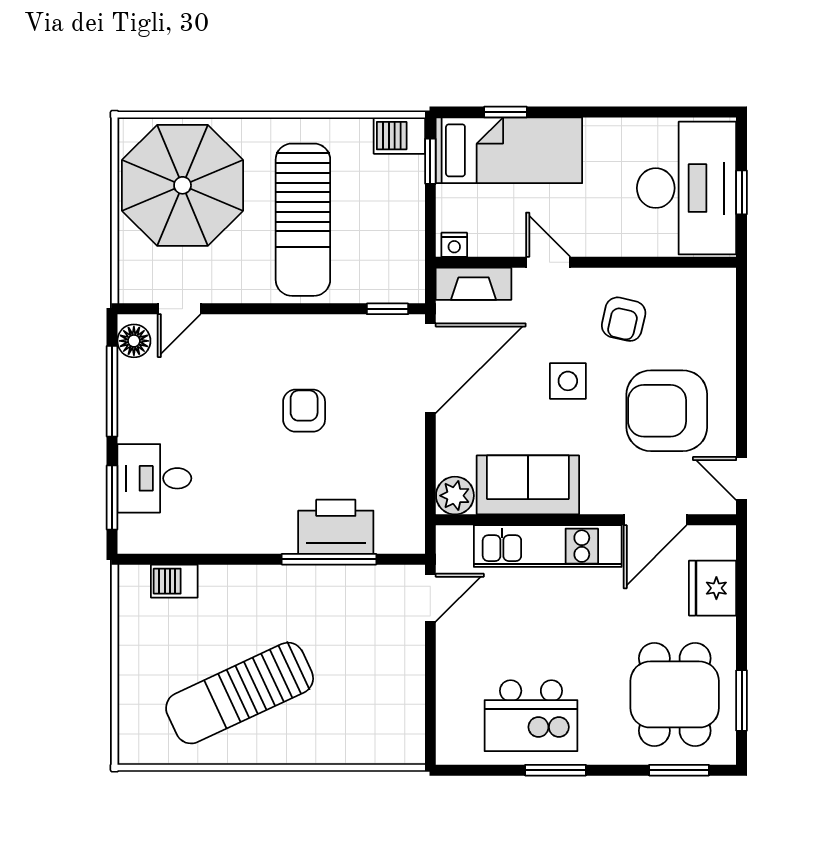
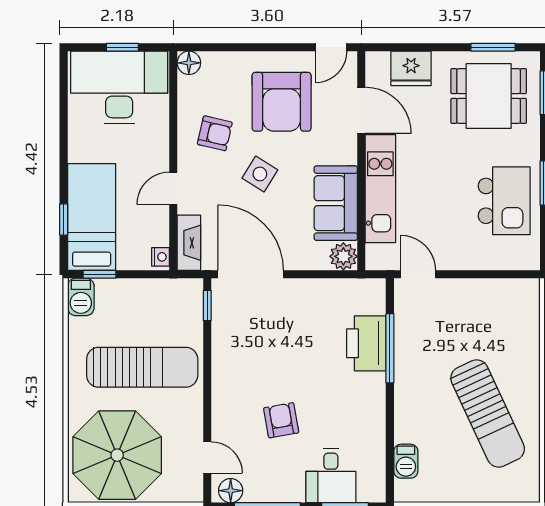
floor lamp: (720, 284) -> (189, 63), added
side table: (568, 381) -> (260, 174), turned 32
armchair: (304, 411) -> (281, 420), moved, turned 80

